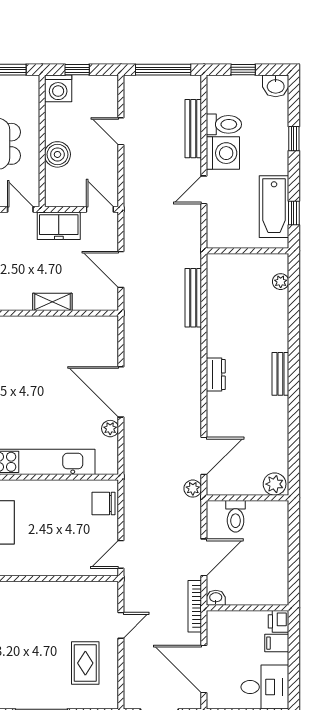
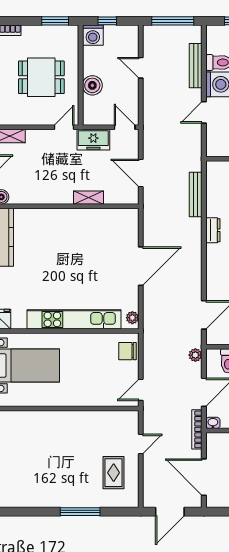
door: (20, 209) -> (64, 127), hinge flipped
dresser: (216, 375) -> (213, 230), moved
door: (121, 392) -> (141, 266), swing flipped
plant: (110, 429) -> (132, 318), moved
plant: (193, 489) -> (195, 355), moved

